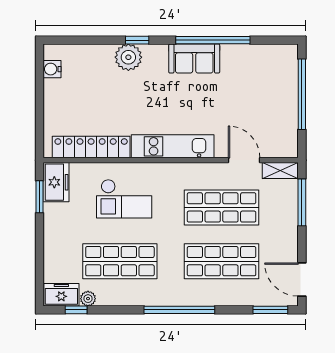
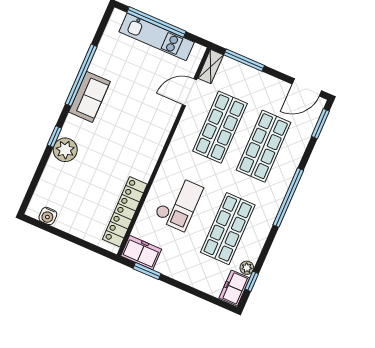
kitchen unit: (173, 146) -> (157, 37), moved, turned -90

